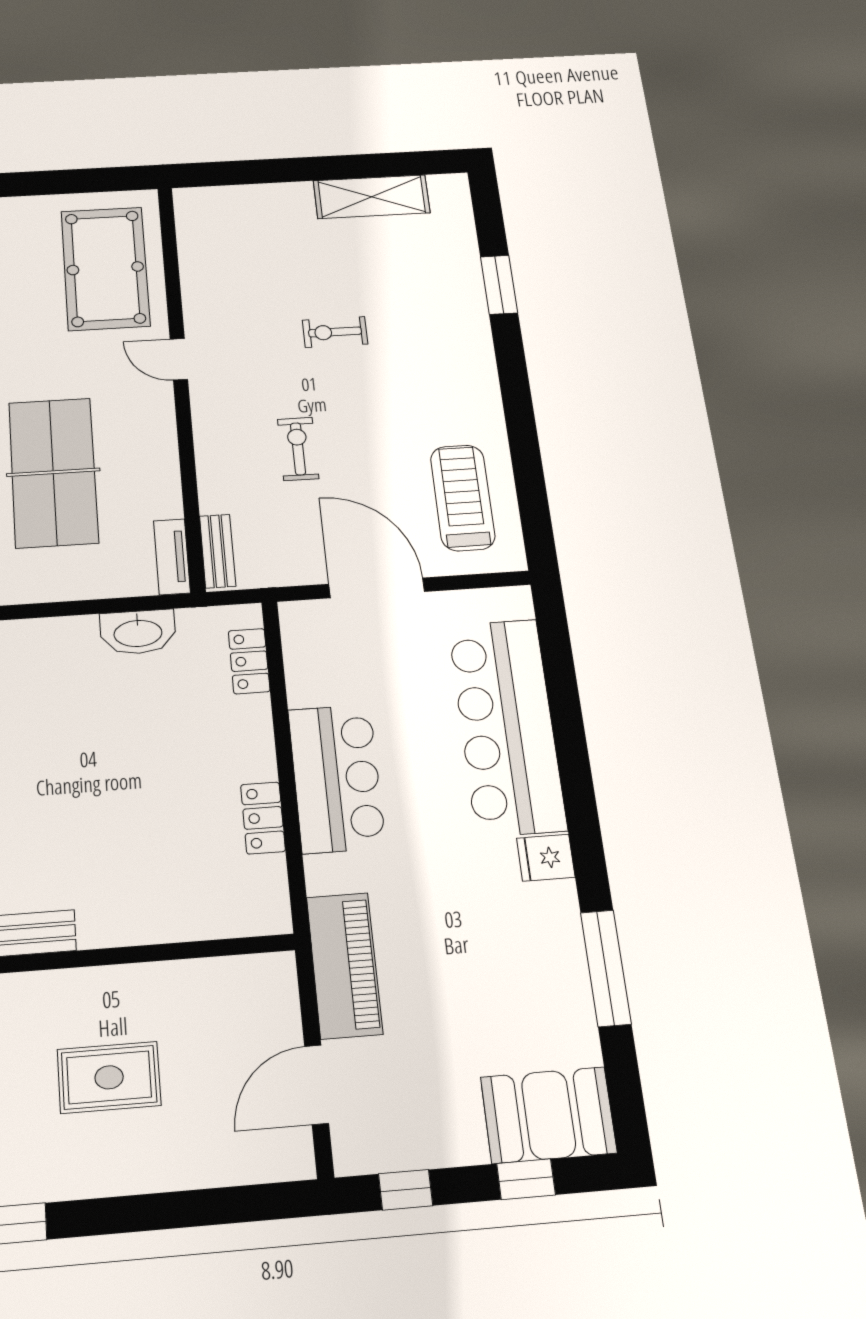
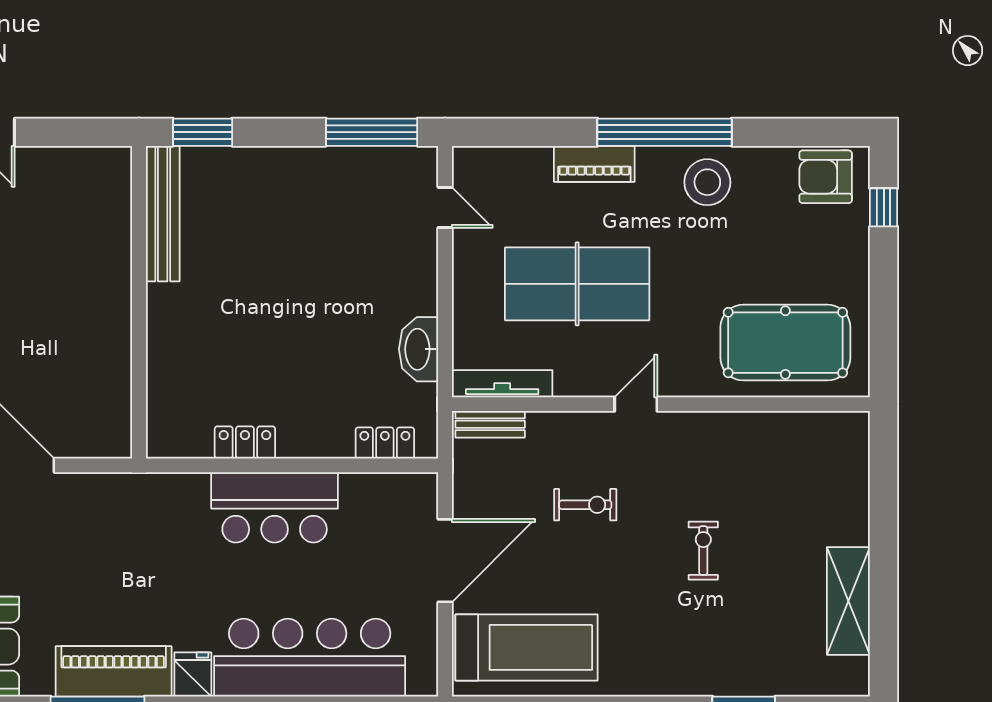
door: (179, 359) -> (636, 404), moved
treadmill: (463, 498) -> (527, 647), width x1.37, depth x1.38
tv unit: (172, 557) -> (502, 384), width x1.41
piano: (344, 965) -> (114, 671), moved, turned 180
rug: (109, 1077) -> (43, 302), removed

